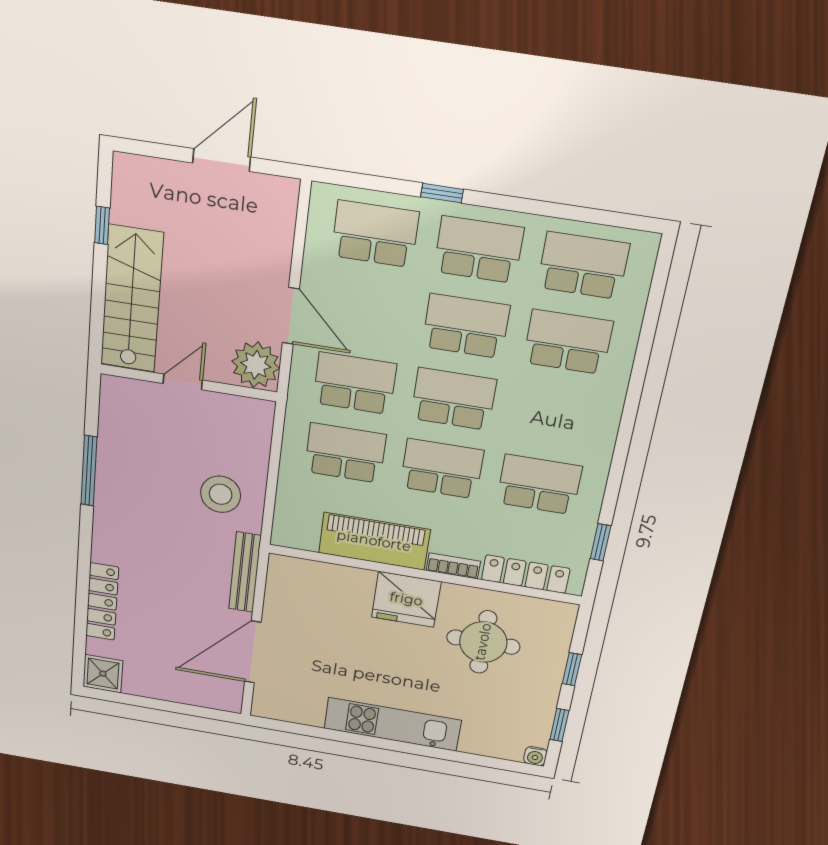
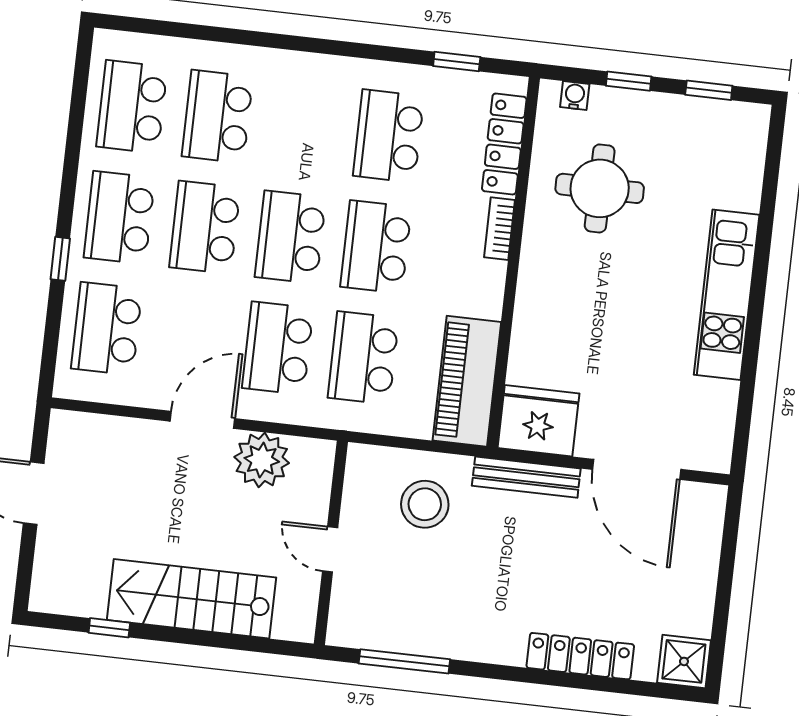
door: (183, 382) -> (330, 549), moved
wall: (188, 383) -> (331, 543), moved
piano: (374, 541) -> (467, 381), moved
fridge: (406, 599) -> (539, 421), moved, turned -90
water cooler: (535, 756) -> (575, 96), moved, turned -90

